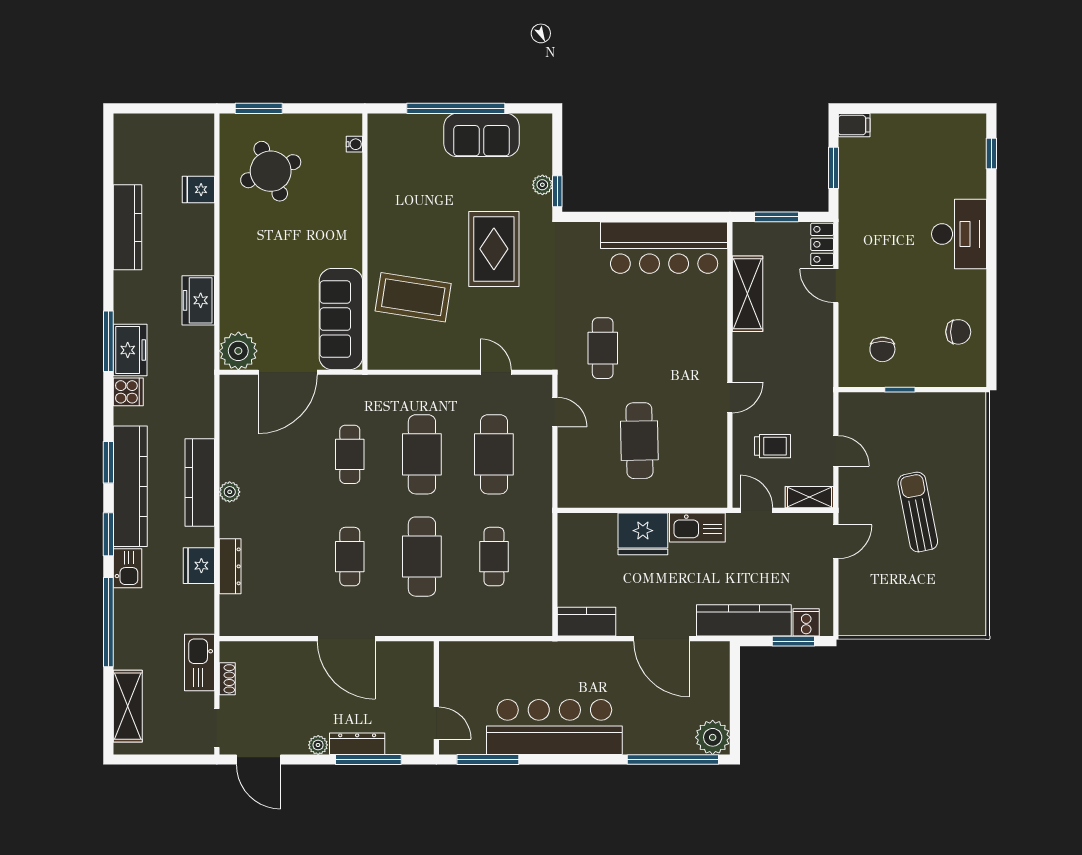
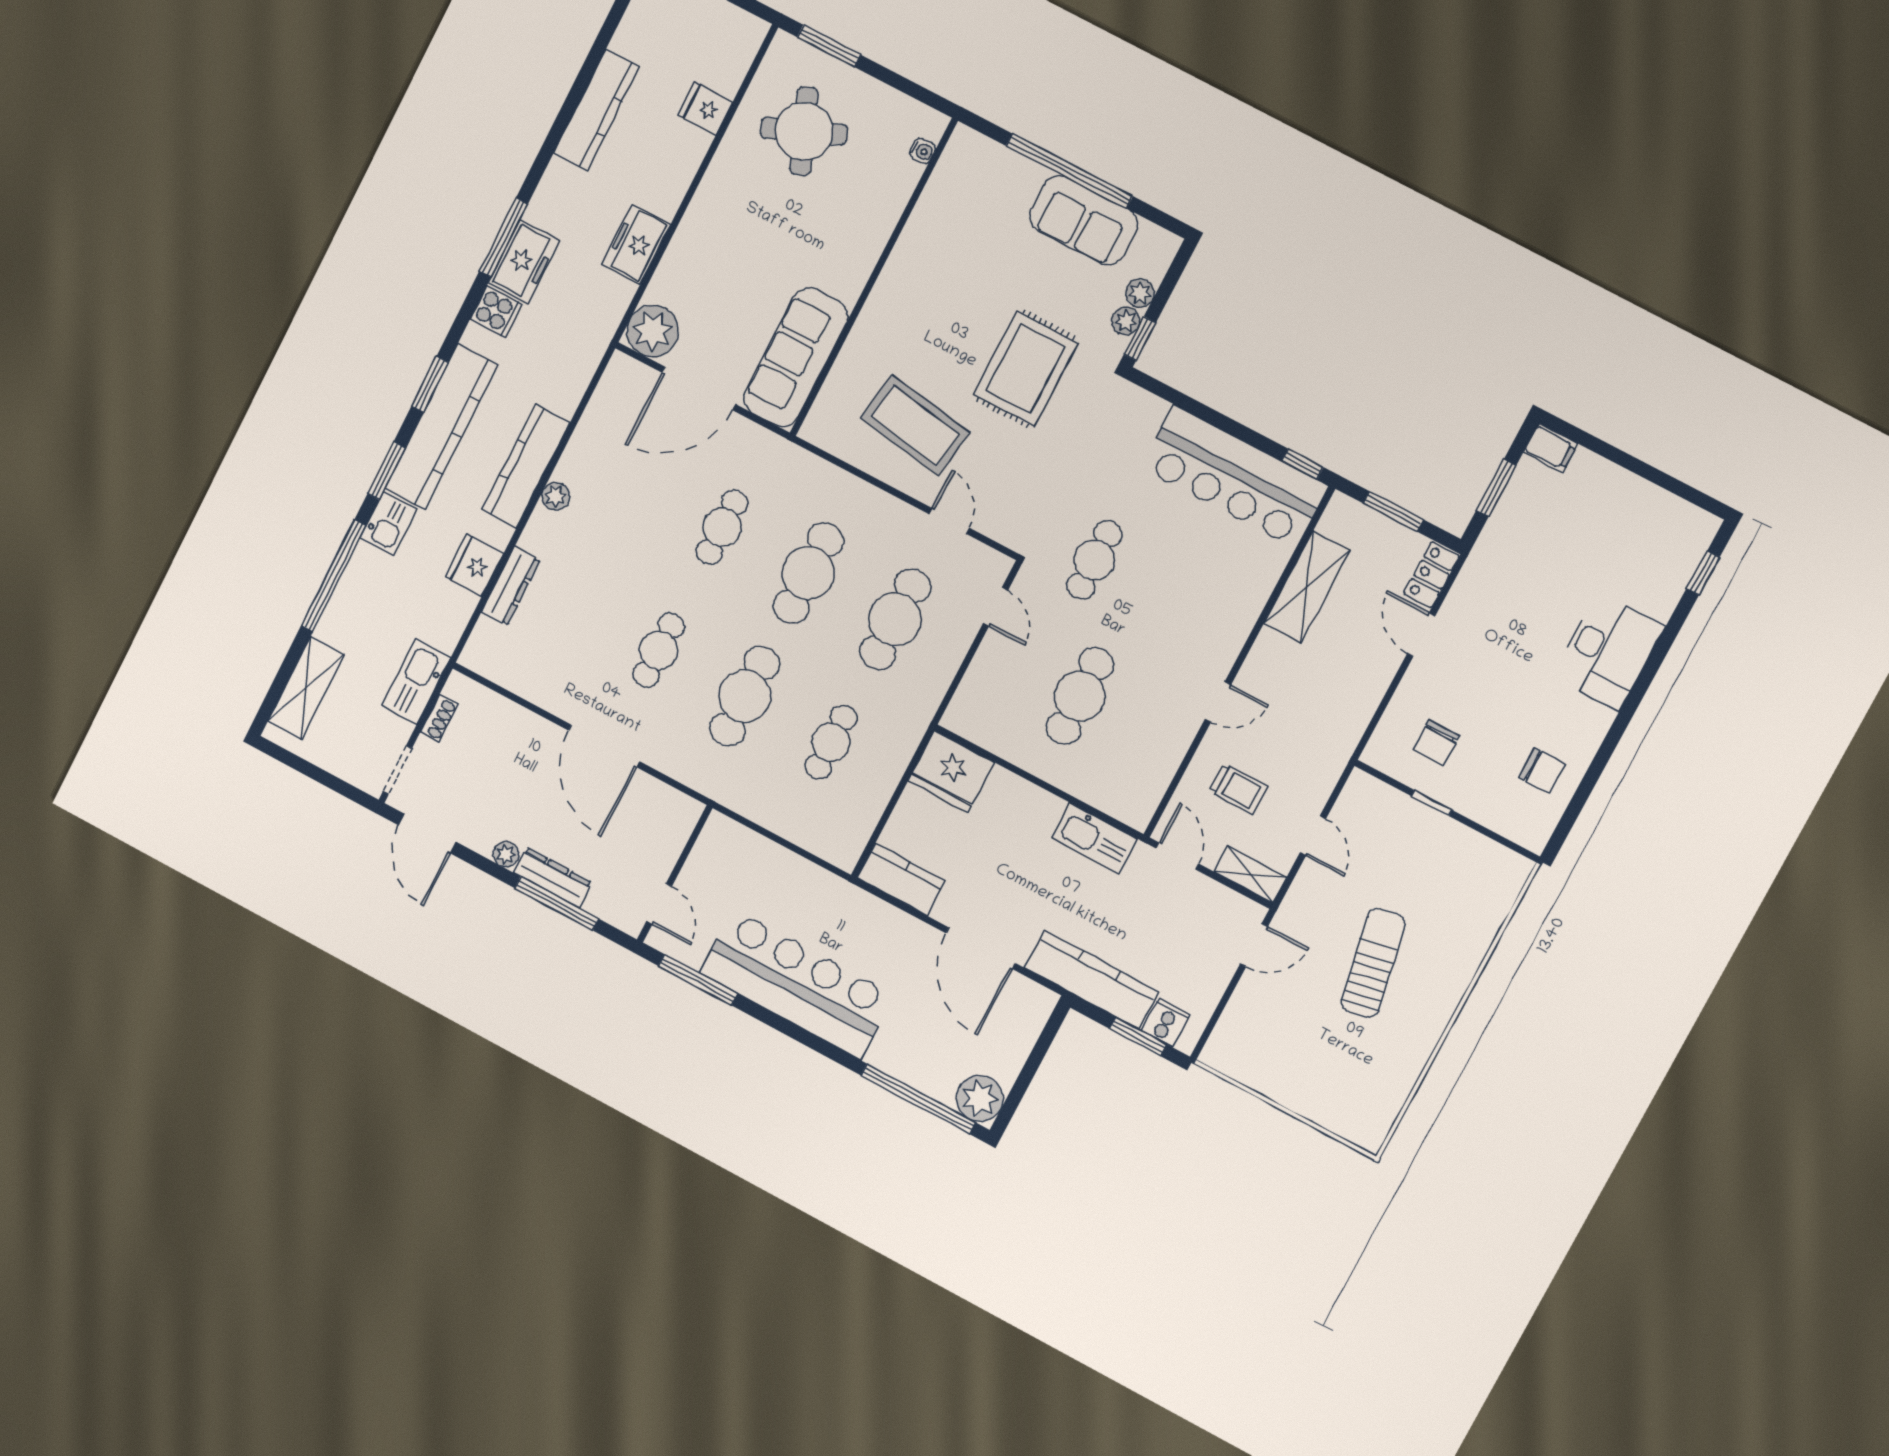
plant: (542, 163) -> (1140, 293), added
window: (703, 217) -> (1303, 464), added
coffee table: (413, 297) -> (915, 425), moved
fridge: (643, 534) -> (951, 772), moved

